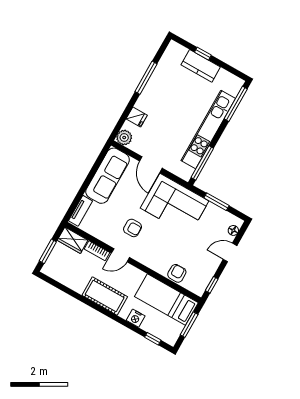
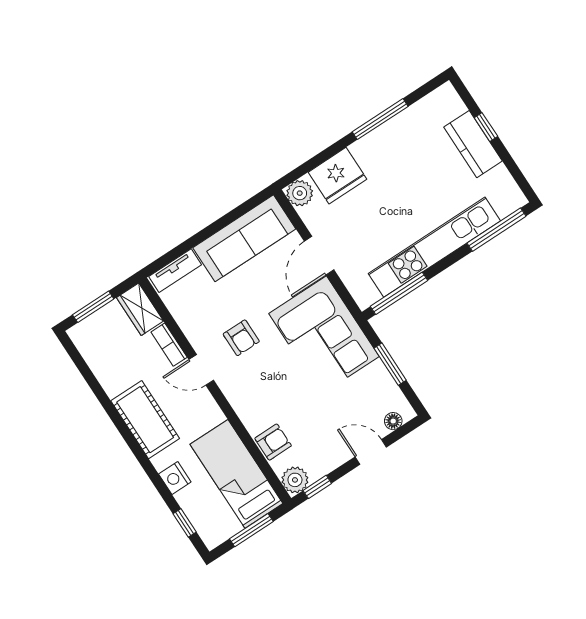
fridge: (137, 117) -> (337, 176), width x1.88, depth x1.34
plant: (198, 287) -> (295, 480), added

